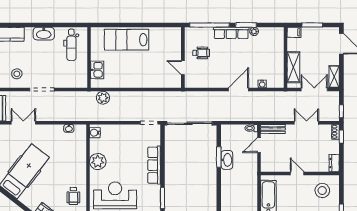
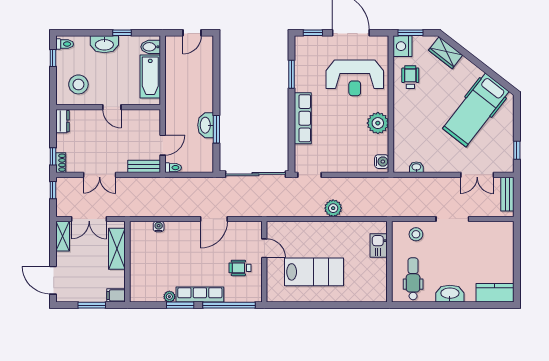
lab bench: (127, 40) -> (314, 272), moved
stool: (17, 74) -> (416, 234), moved
door: (239, 90) -> (214, 219), moved
plant: (103, 98) -> (333, 208), moved

